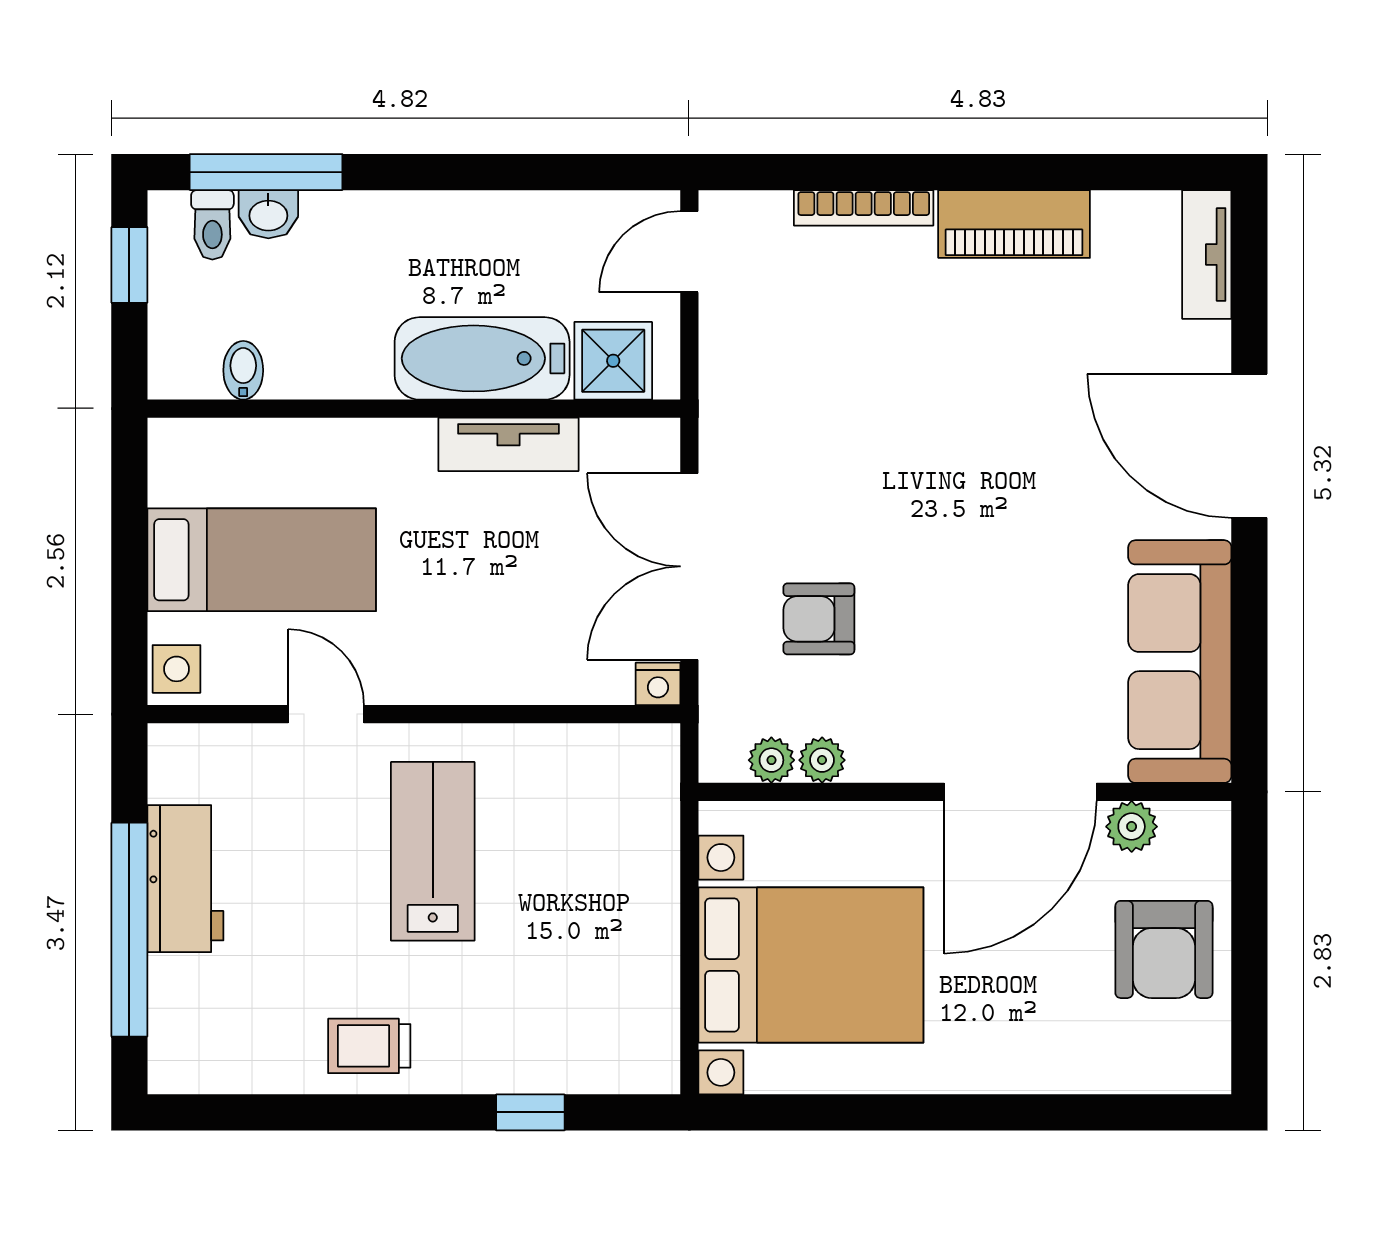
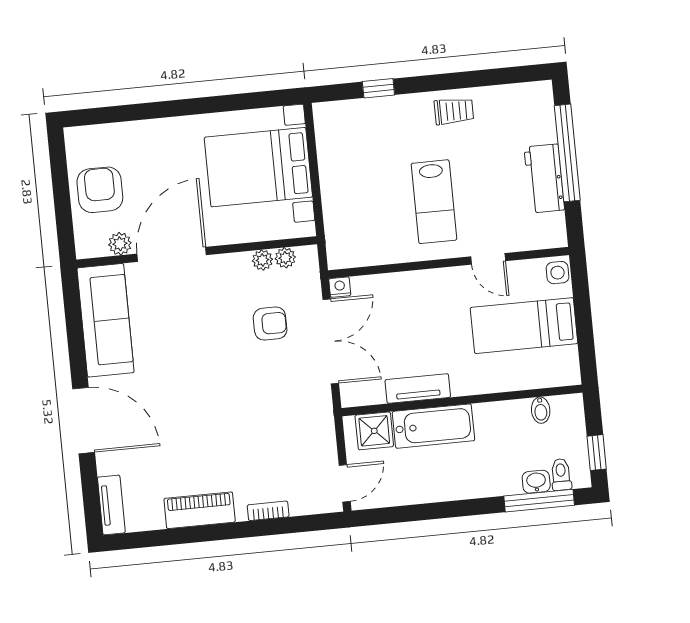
bookcase: (864, 208) -> (268, 511), width x0.64

